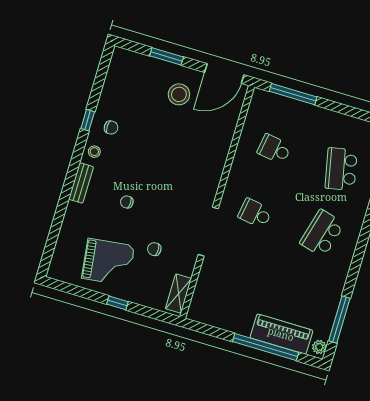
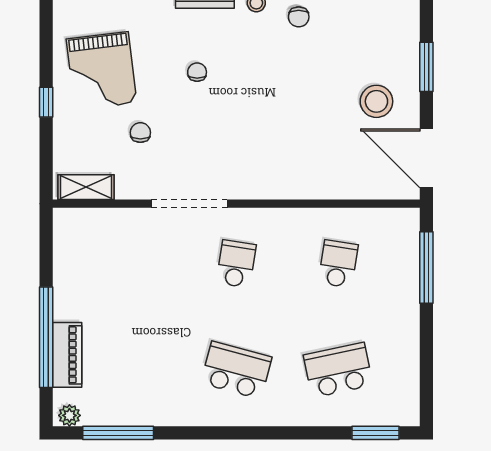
piano: (281, 334) -> (67, 355), width x0.73, depth x0.75

